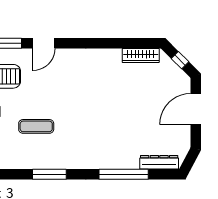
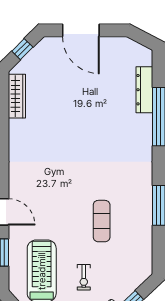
dresser: (159, 162) -> (144, 90), moved

